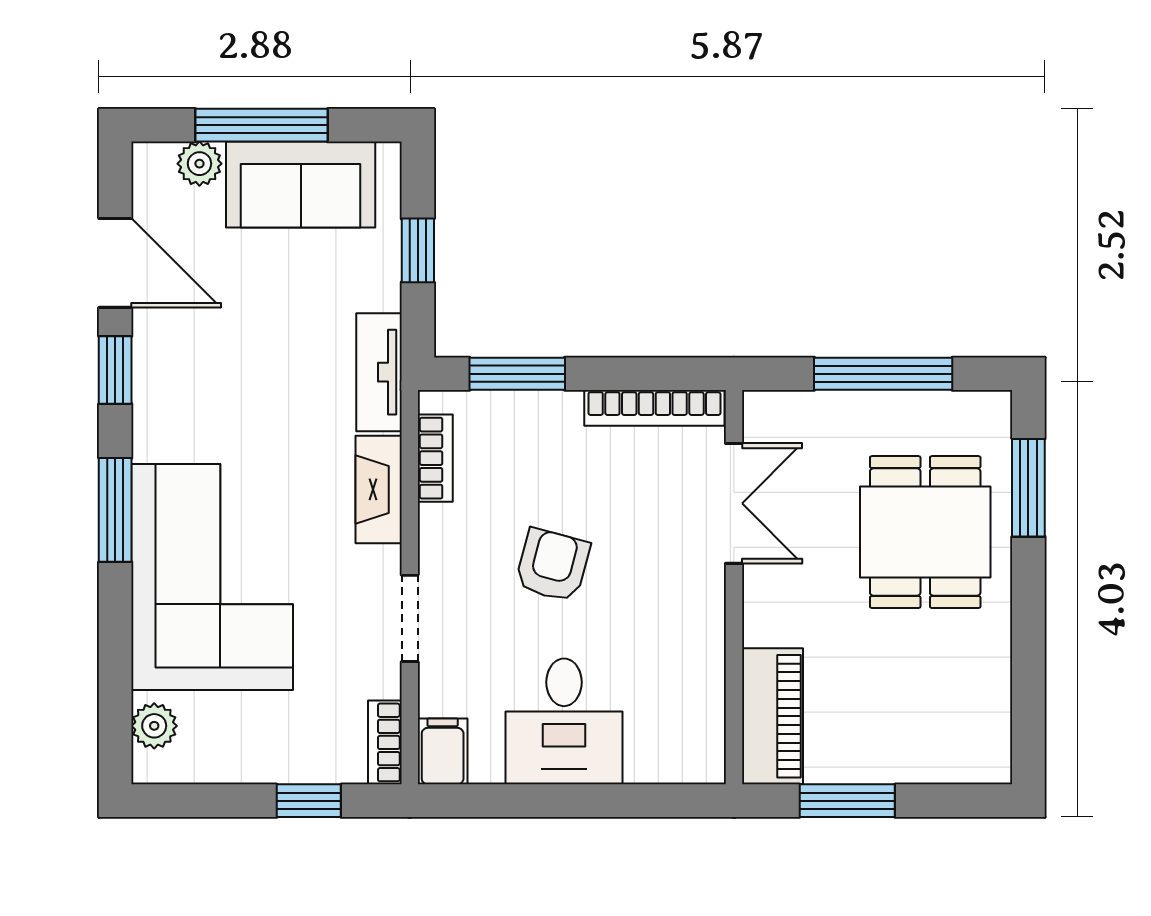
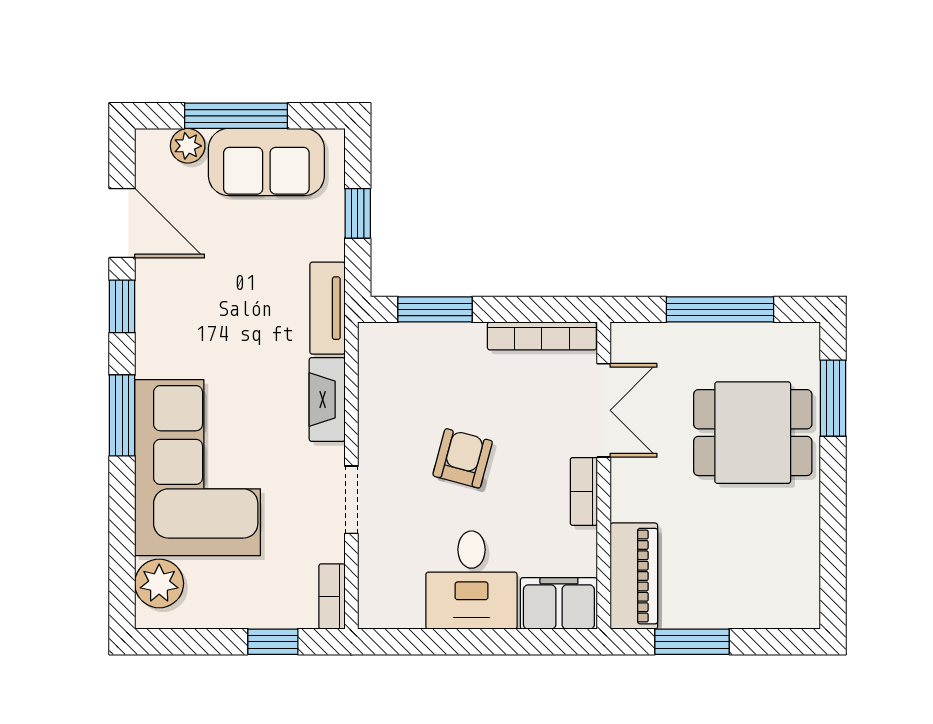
bookcase: (435, 458) -> (584, 491), moved, turned 180
dining table: (925, 532) -> (753, 433), turned 90
plant: (154, 726) -> (159, 583), width x1.38, depth x1.38
filing cabinet: (443, 751) -> (559, 603), moved, width x2.00

